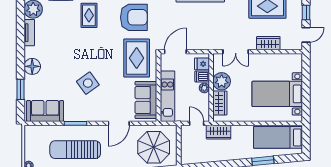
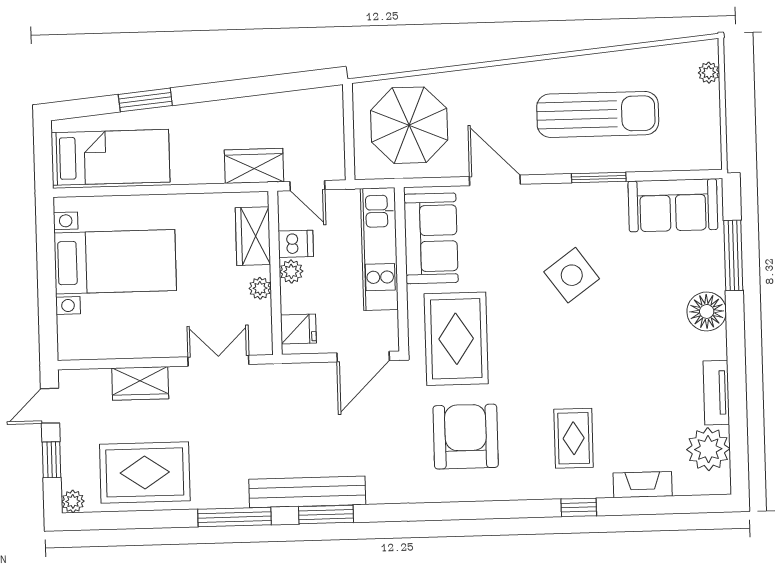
armchair: (134, 17) -> (466, 437), turned 90
dishwasher: (202, 76) -> (296, 244), moved
plant: (222, 81) -> (260, 288), width x0.53, depth x0.53
window: (20, 89) -> (733, 255), width x1.44
door: (119, 123) -> (495, 180), hinge flipped

